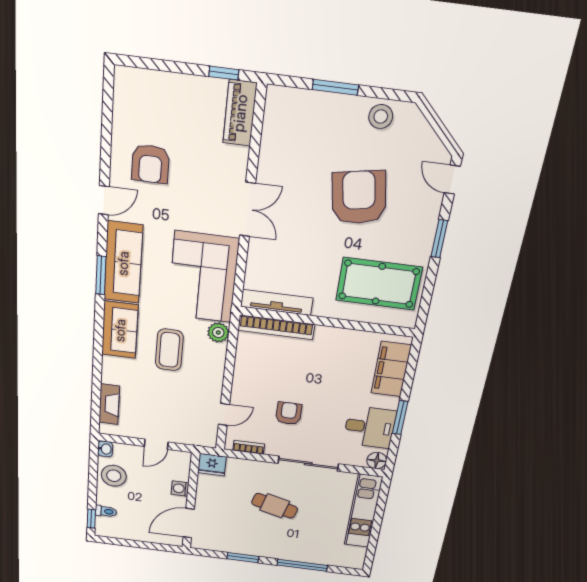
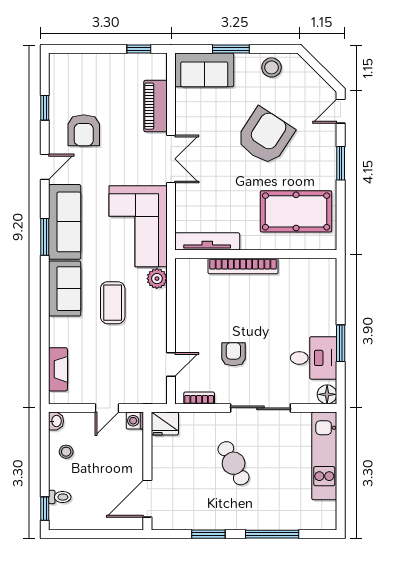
sofa: (299, 109) -> (204, 70), added
piano: (240, 113) -> (156, 106), moved
window: (106, 132) -> (45, 108), added
door: (452, 180) -> (341, 111), hinge flipped
armchair: (359, 197) -> (265, 136), turned 43
bookcase: (276, 327) -> (243, 266), moved
filing cabinet: (391, 369) -> (323, 293), removed
stool: (114, 476) -> (66, 452), width x0.53, depth x0.53
washing machine: (180, 489) -> (135, 421), moved
cafe table: (275, 506) -> (234, 463), turned 47

